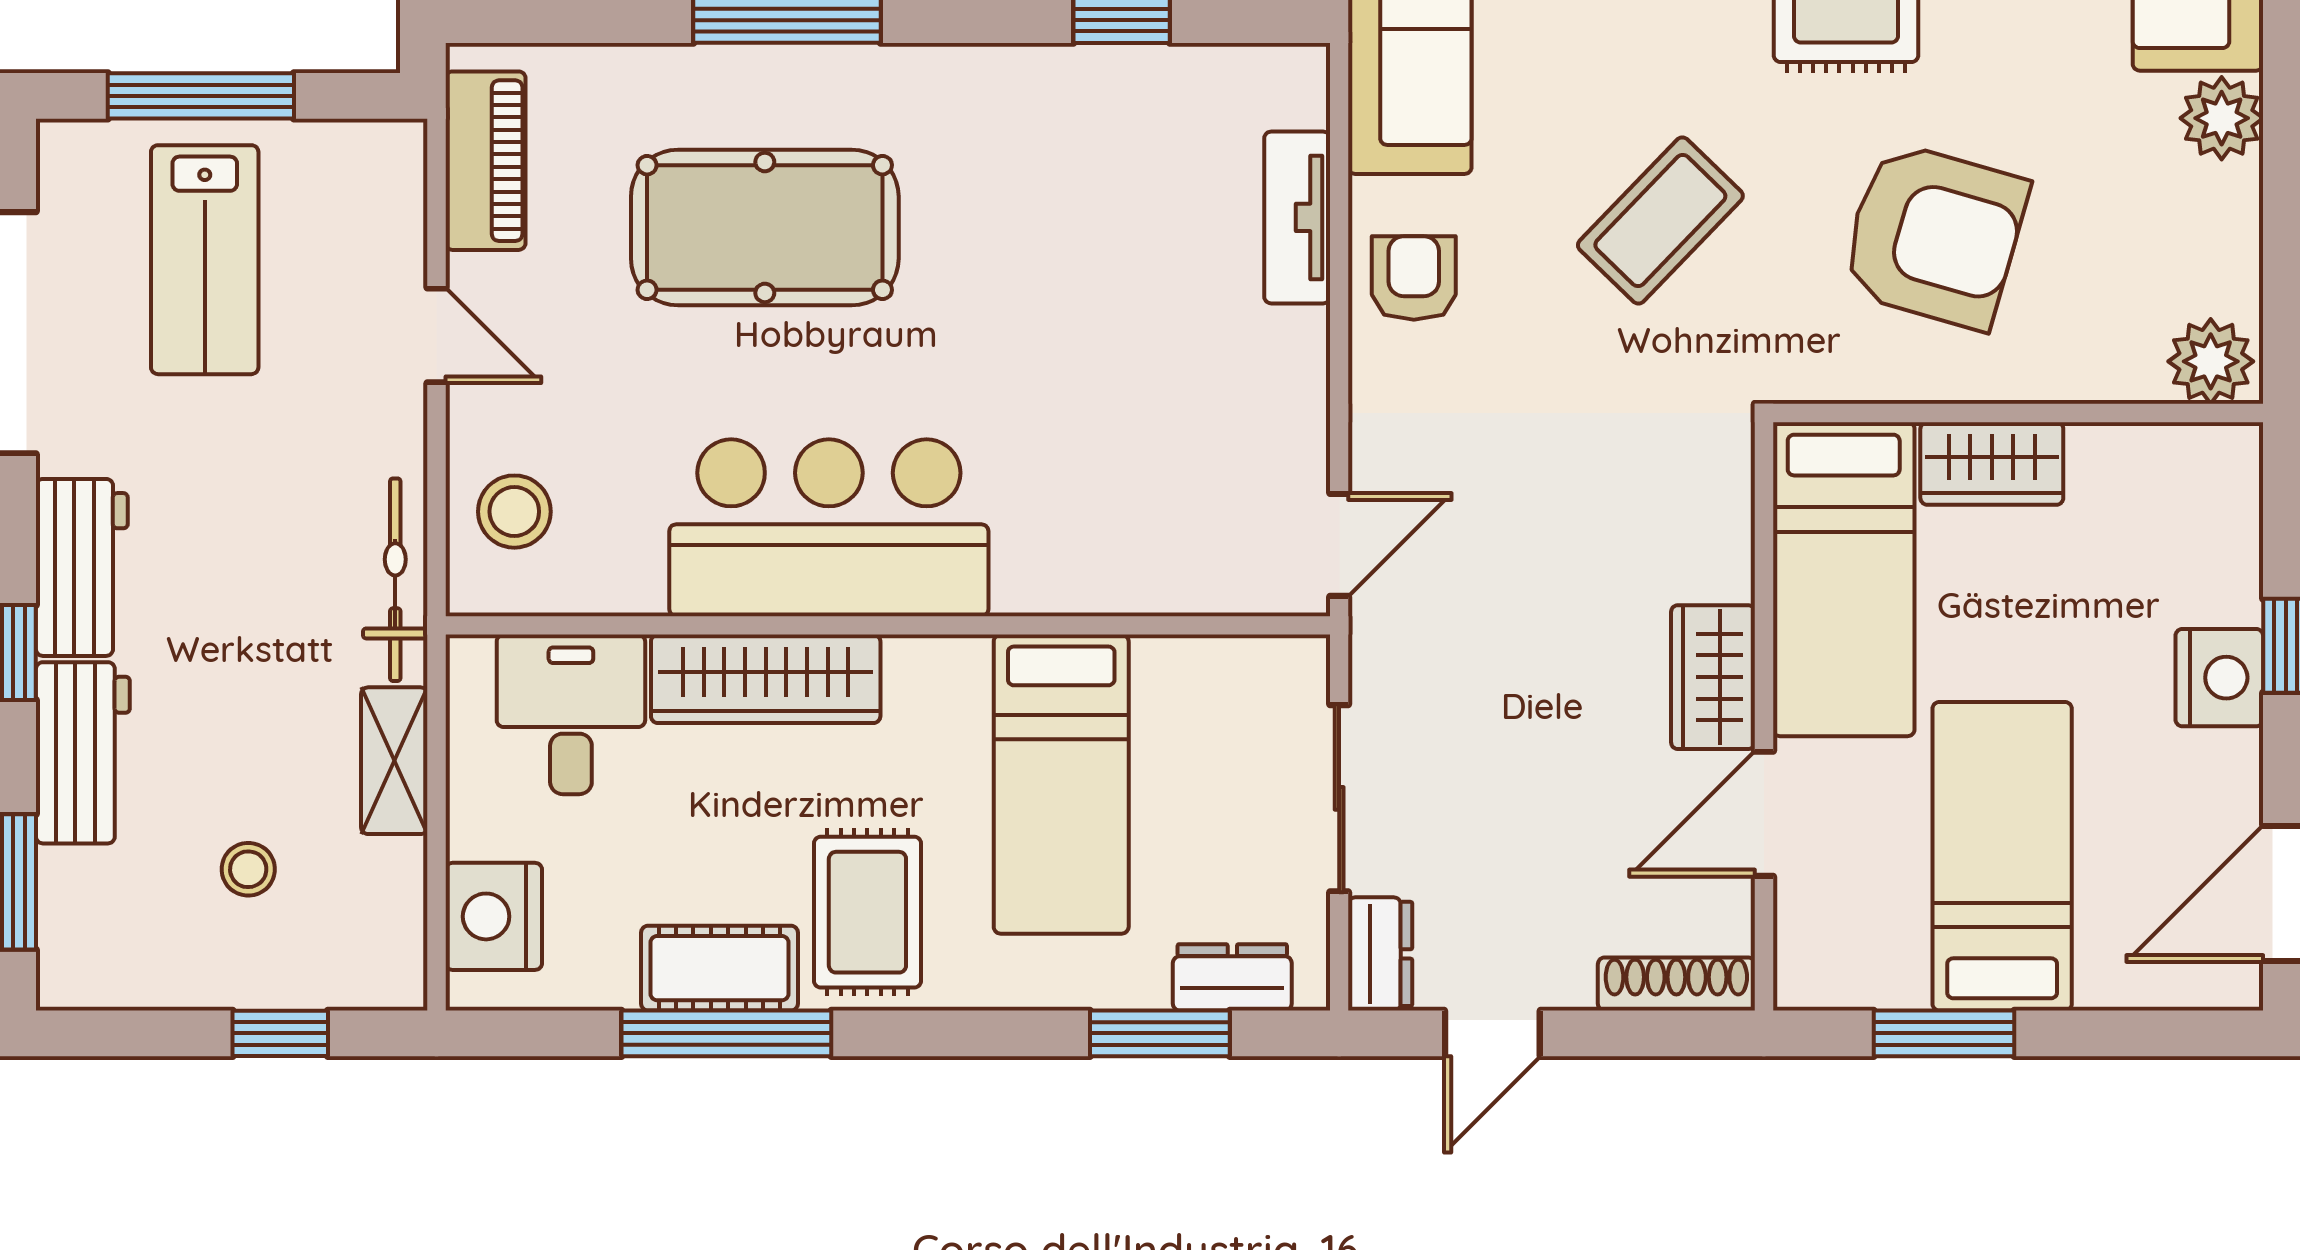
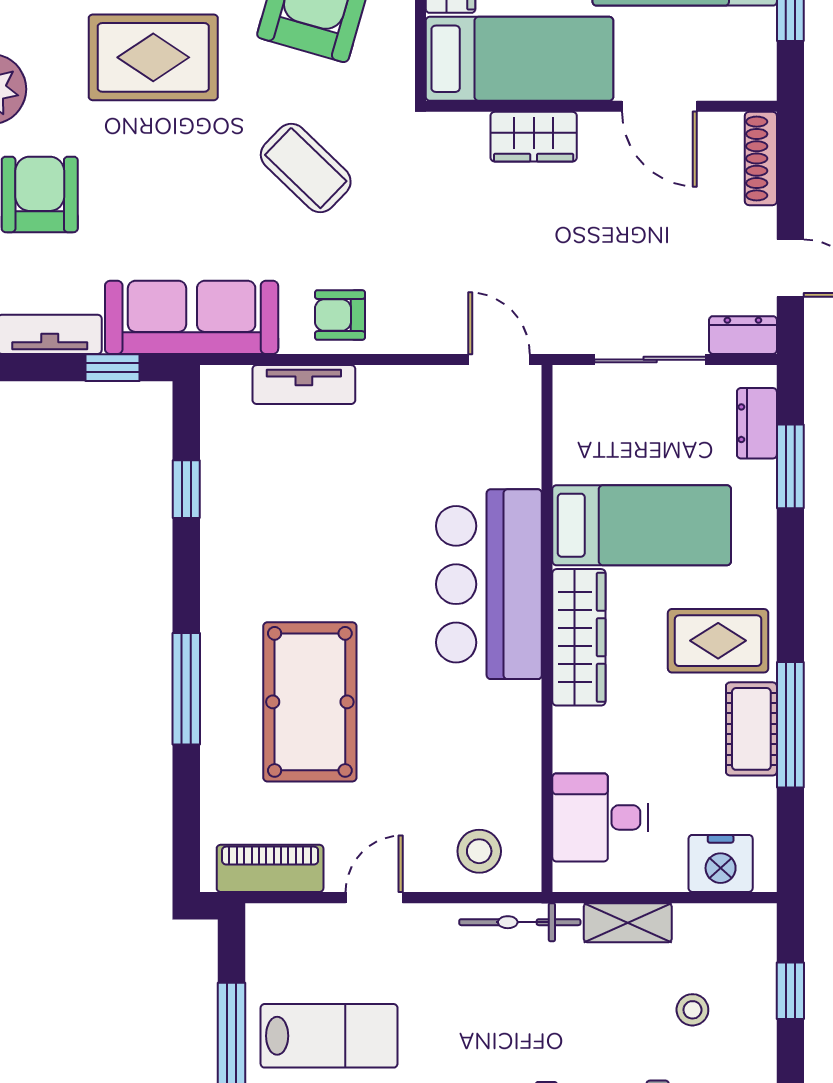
bar counter: (829, 528) -> (489, 584), moved
wardrobe: (1713, 677) -> (534, 137), moved
wardrobe: (766, 679) -> (579, 637), moved

